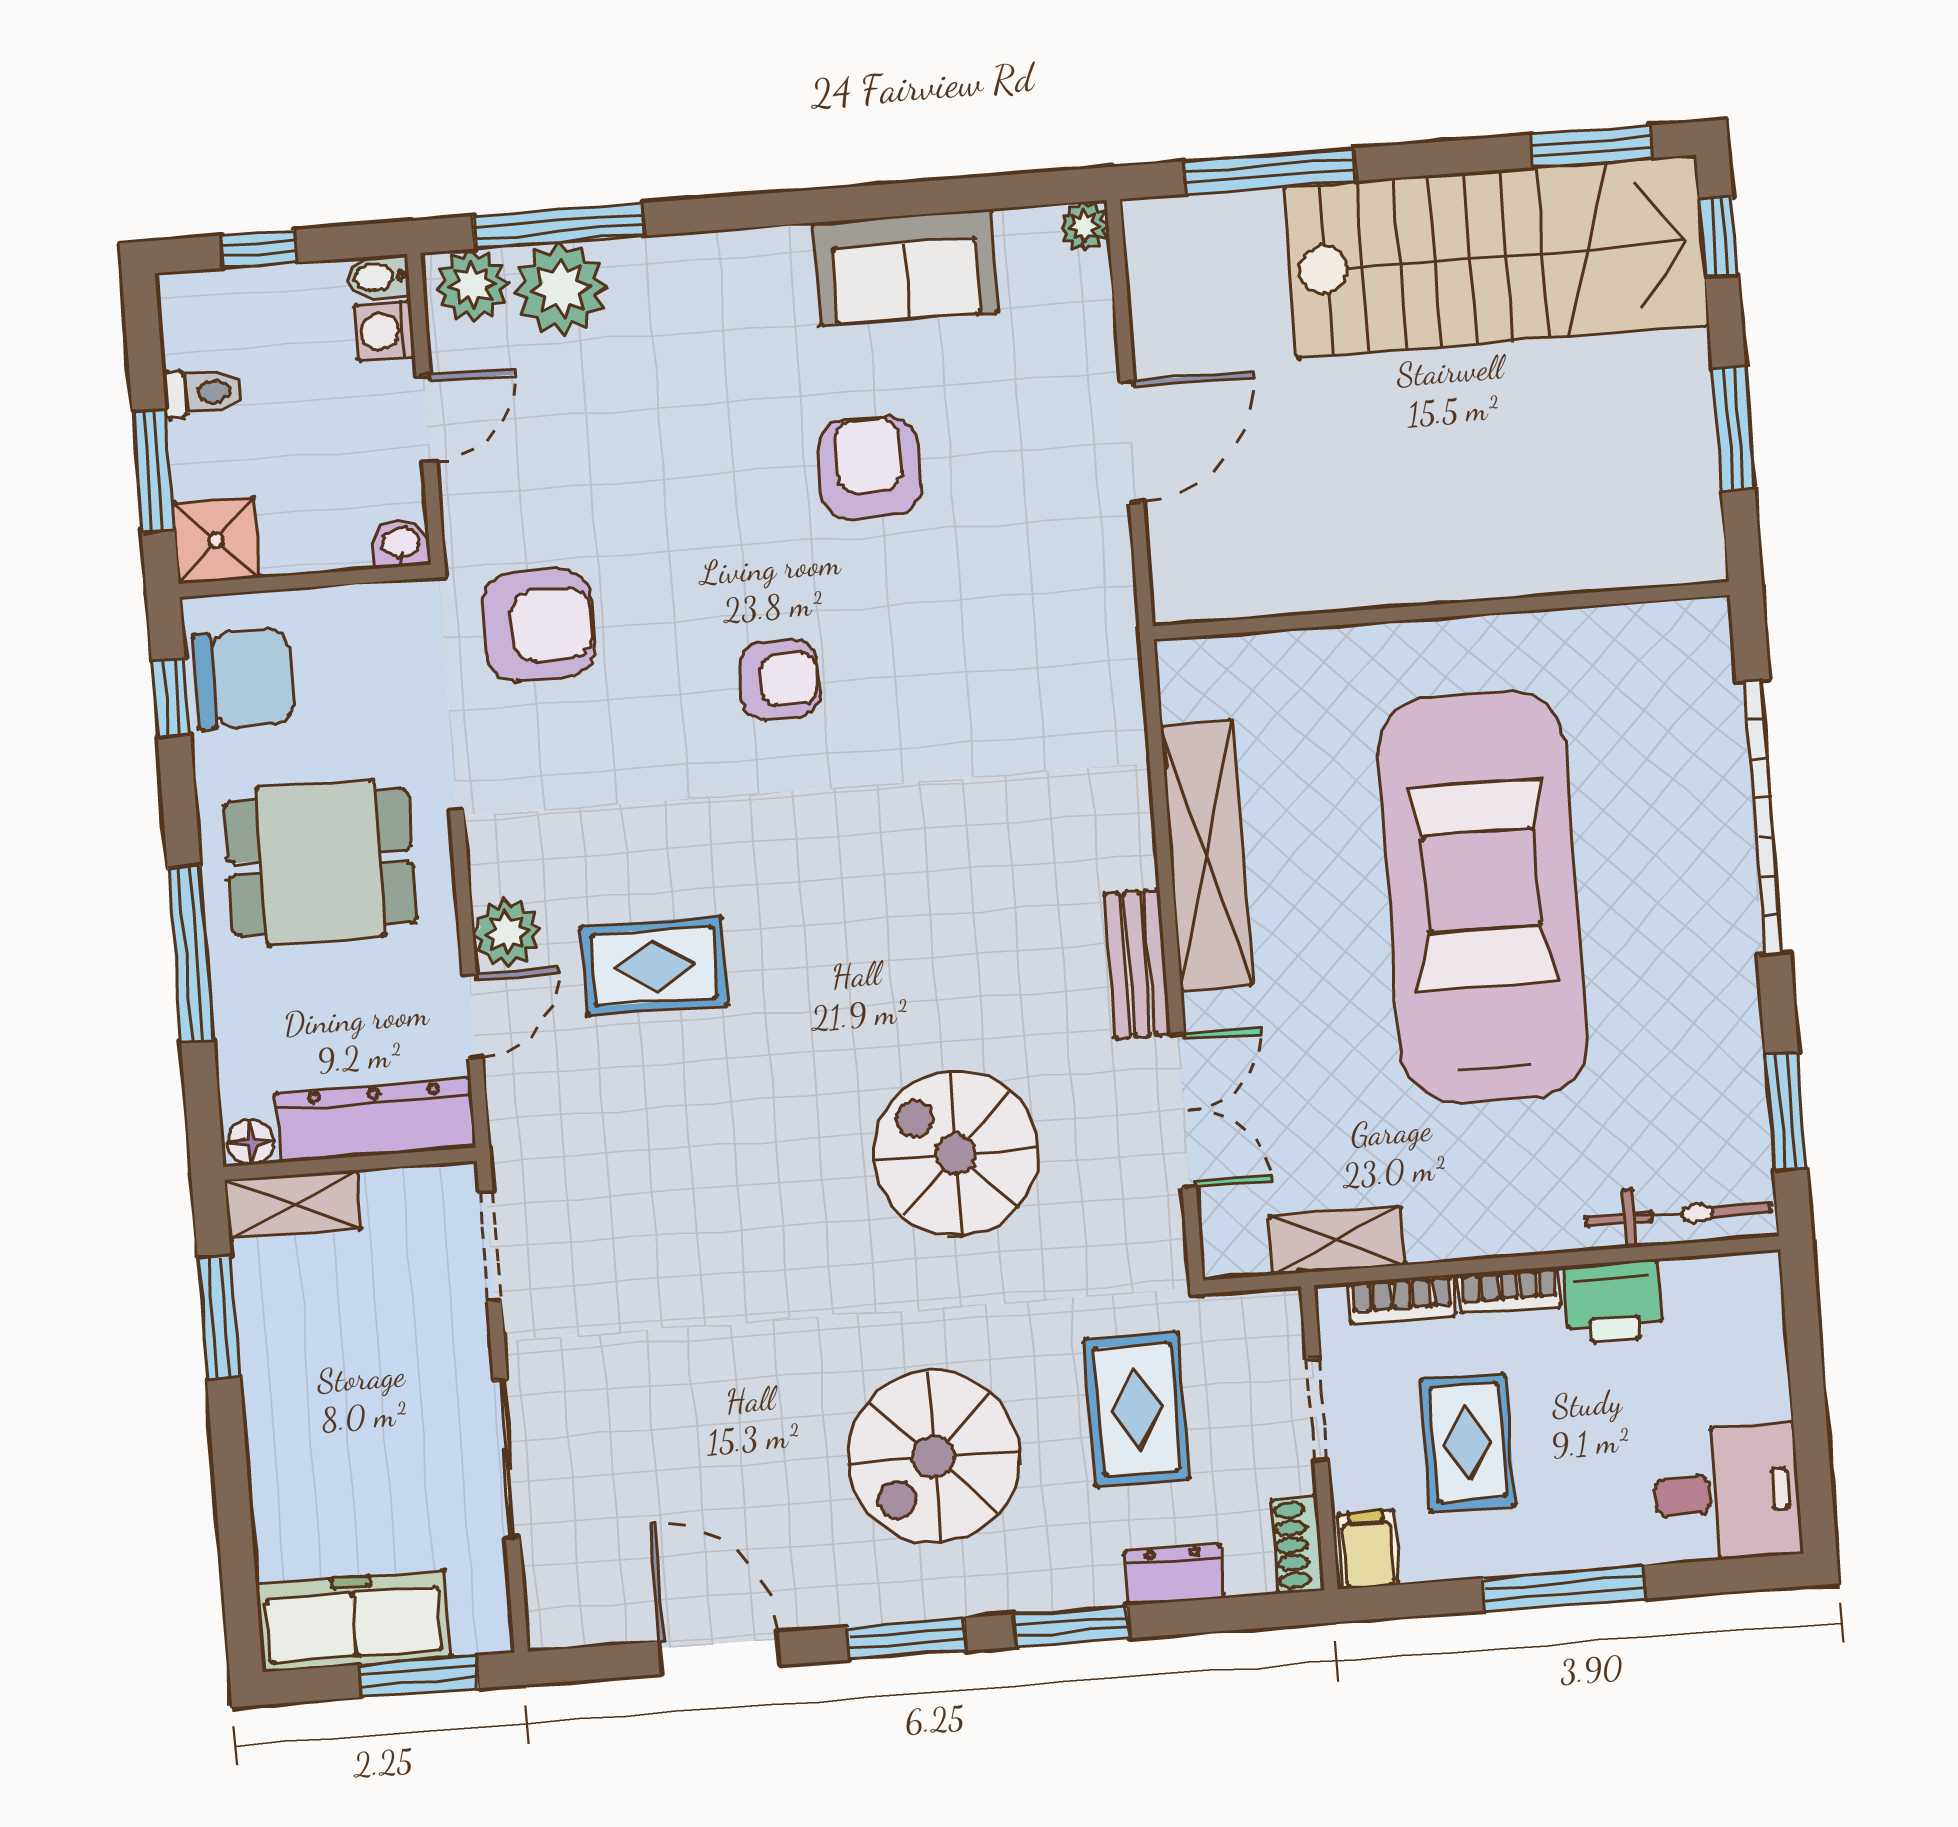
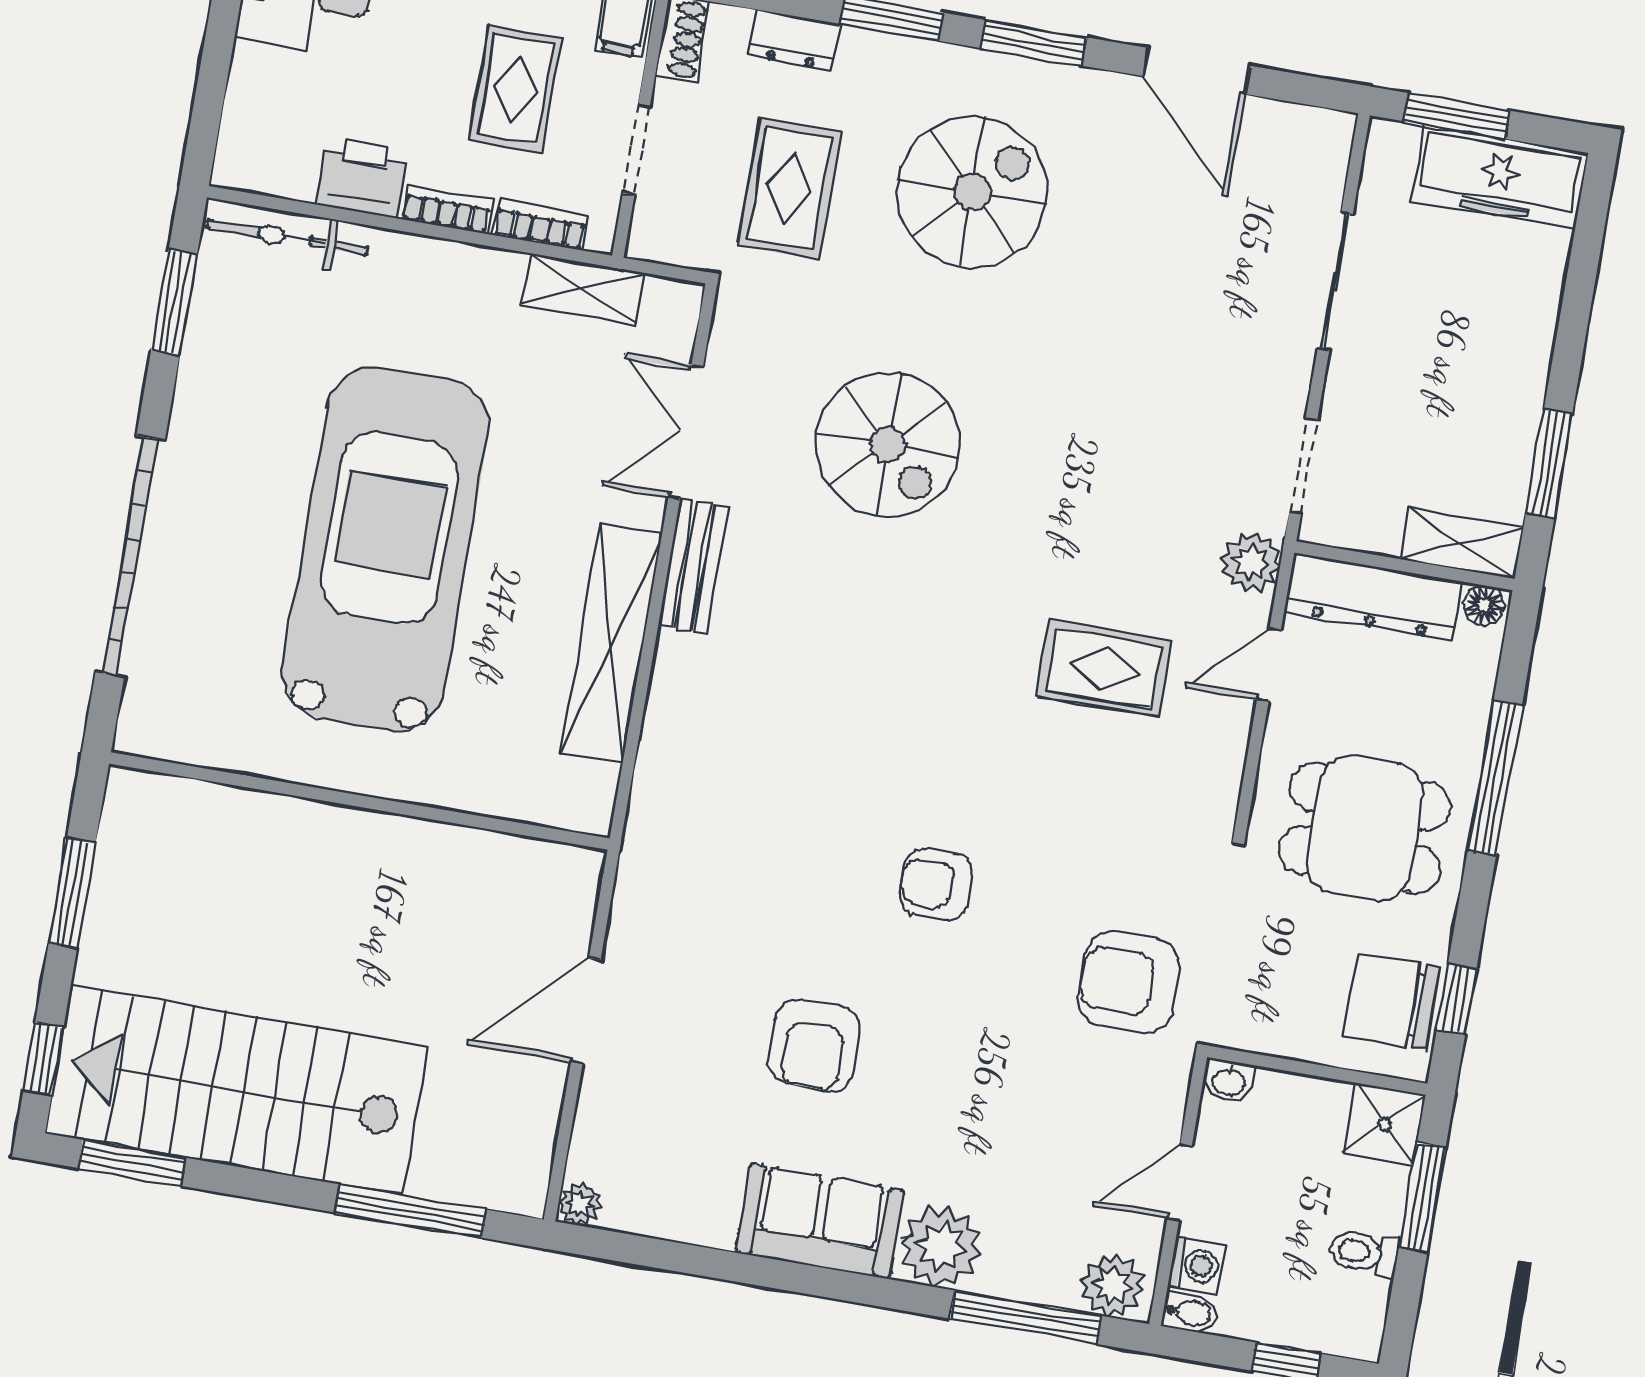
sofa: (906, 267) -> (820, 1221), moved
plant: (561, 289) -> (941, 1247), moved
car: (1483, 897) -> (386, 549), turned 180
plant: (506, 932) -> (1251, 563), moved

